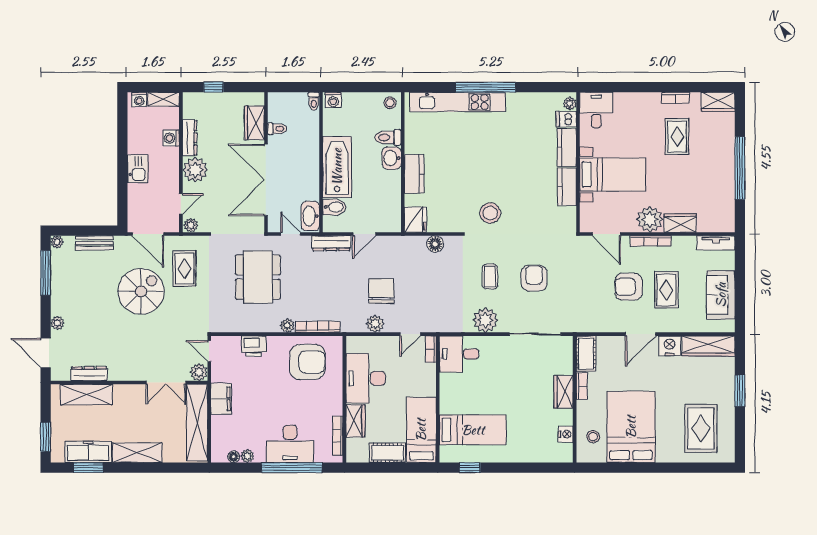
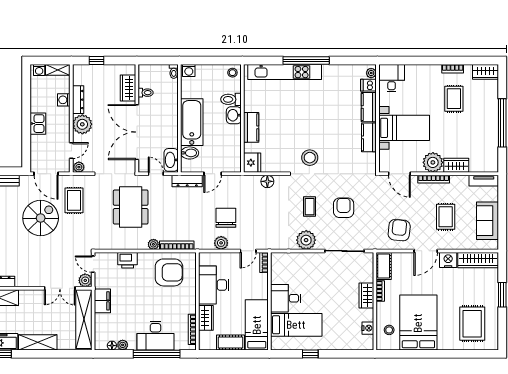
armchair: (629, 287) -> (399, 230), moved, turned 96
desk: (459, 354) -> (286, 298), moved
window: (470, 468) -> (310, 354), moved

